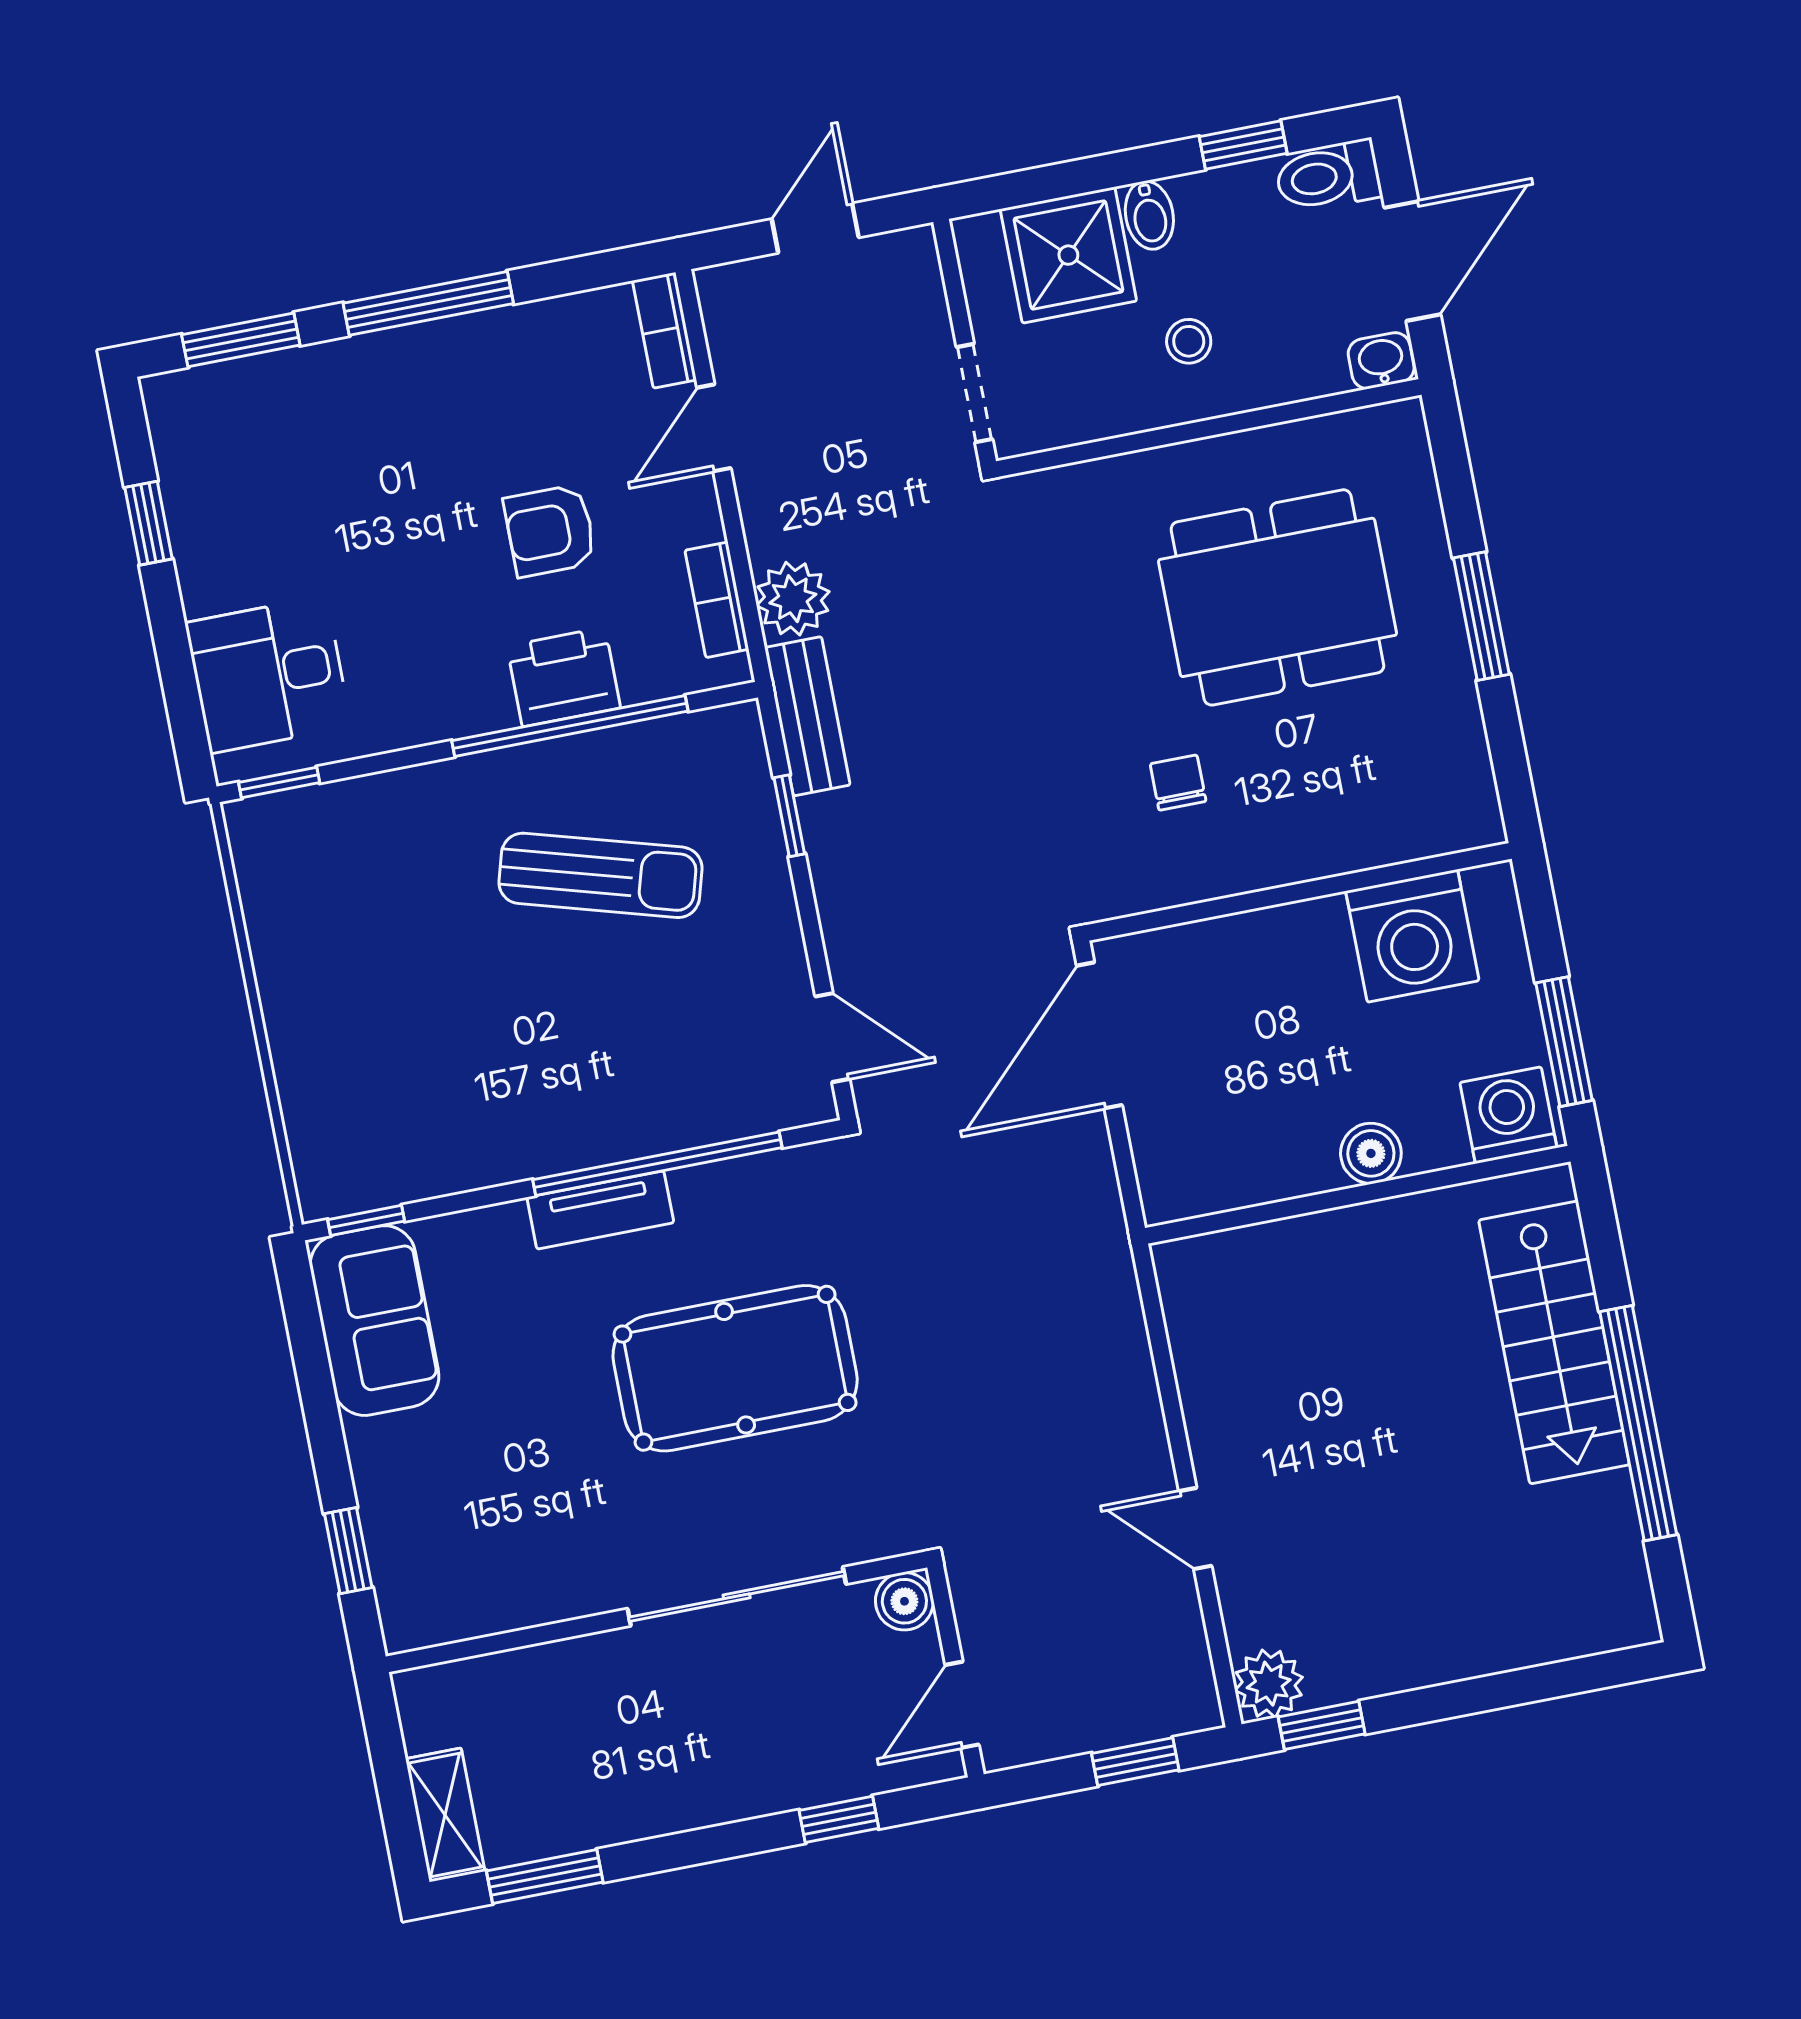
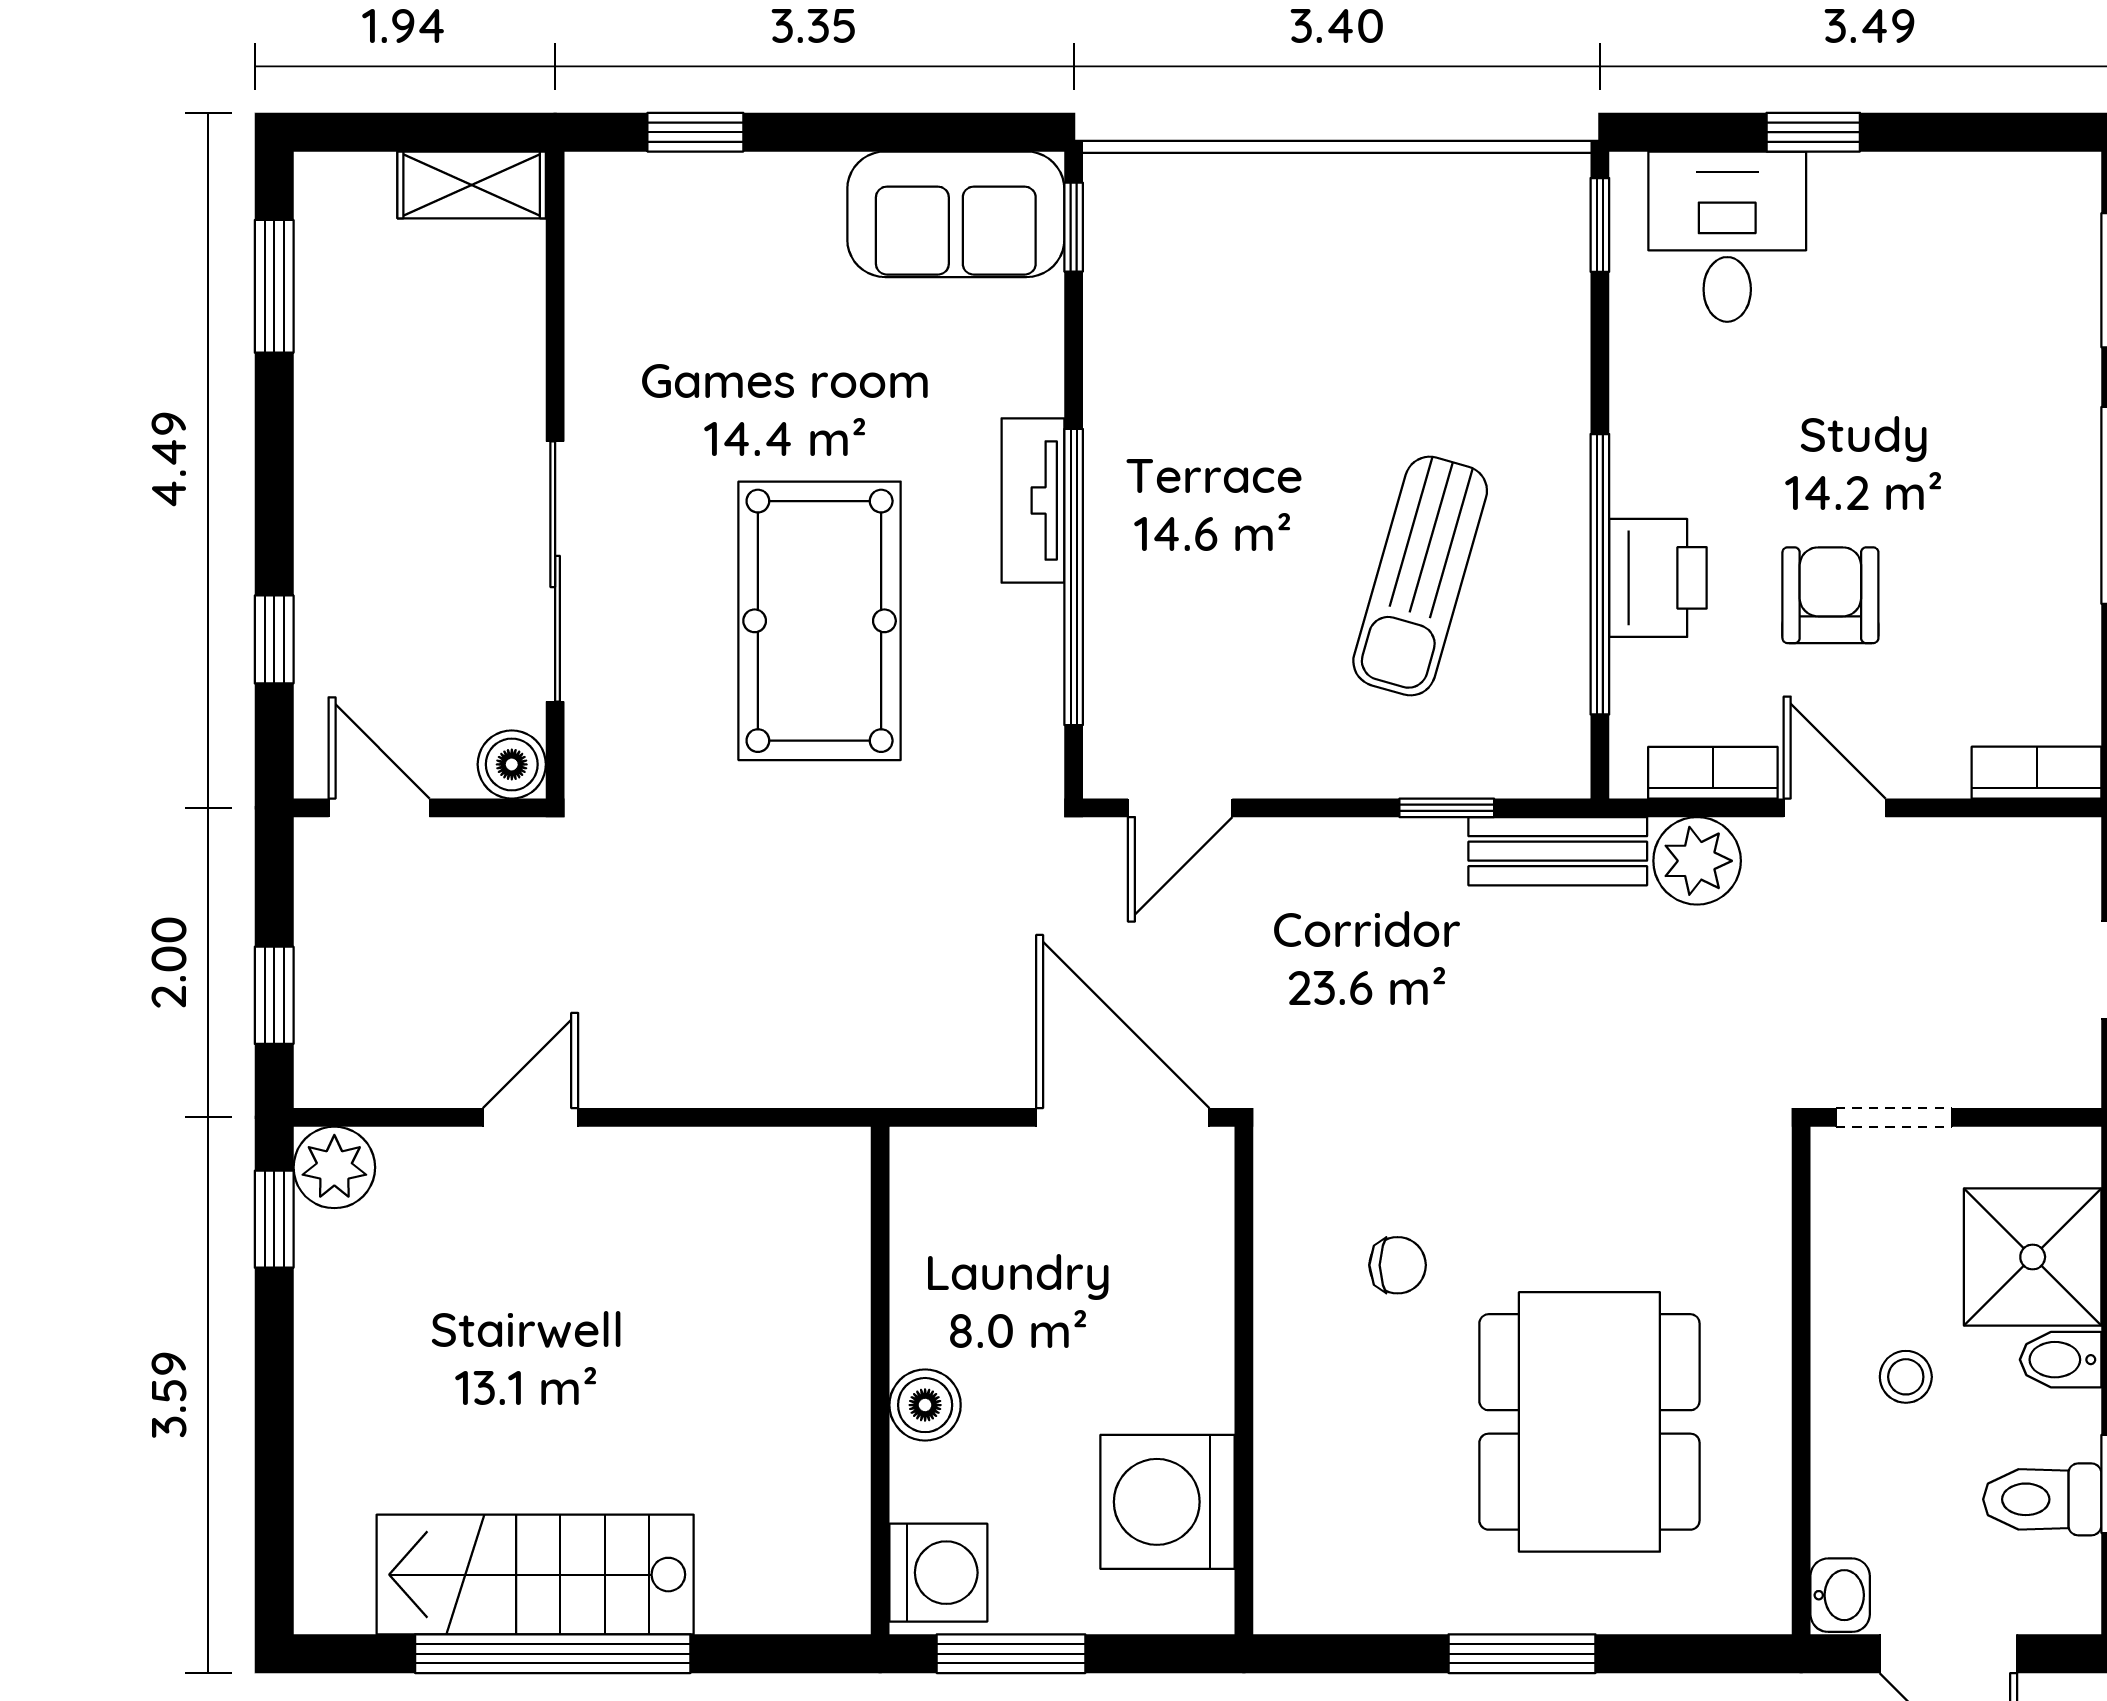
toilet: (1328, 176) -> (2042, 1499), moved, turned -90
door: (714, 428) -> (1835, 808), moved
window: (149, 523) -> (1813, 132), moved
stairs: (1554, 1342) -> (535, 1575), moved
shelving: (445, 1815) -> (472, 185), moved

